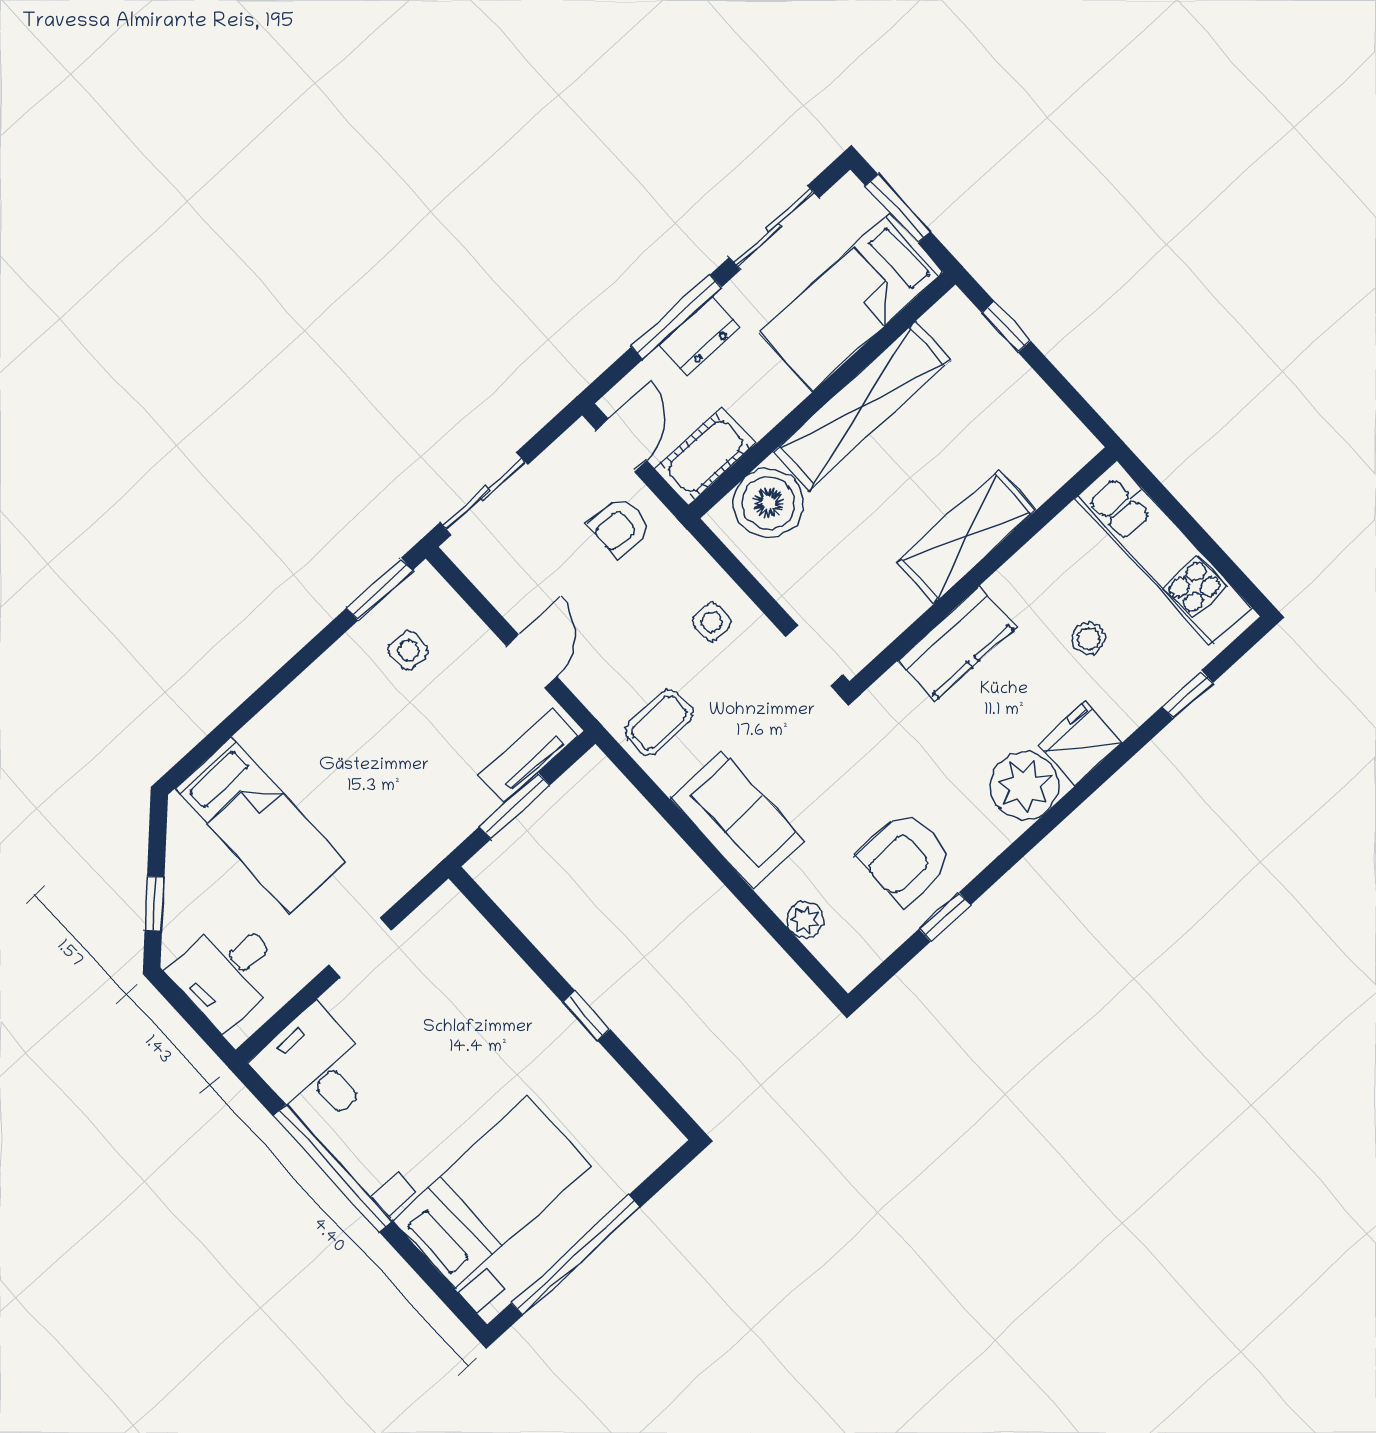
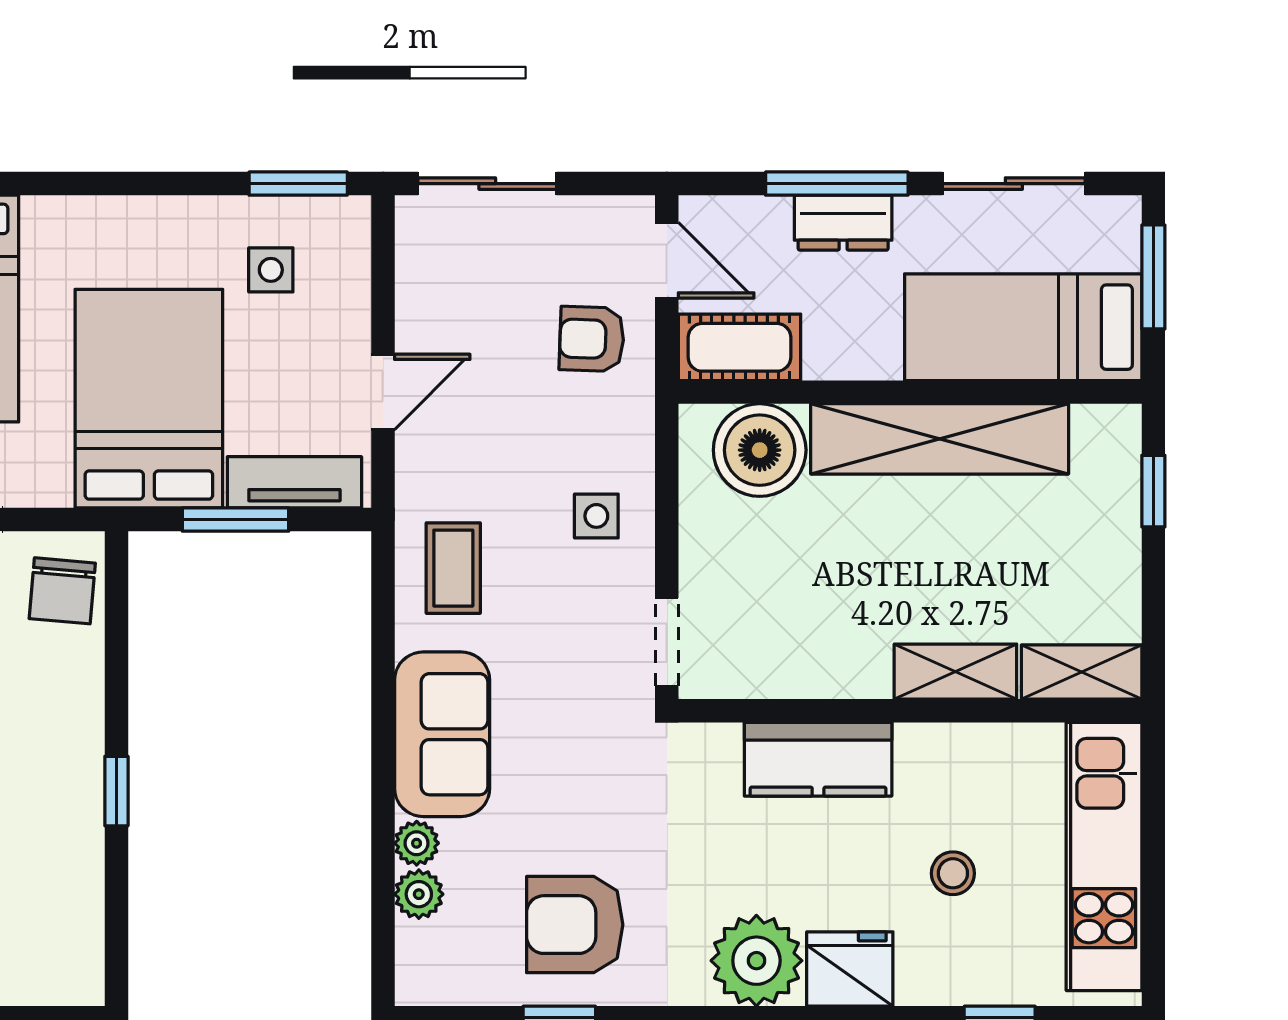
door: (621, 445) -> (667, 260), hinge flipped
shelving: (1058, 463) -> (1082, 672), added
shelving: (967, 537) -> (955, 672), width x0.67, depth x0.75
coffee table: (659, 723) -> (453, 568), turned 90
bed: (406, 783) -> (149, 399), added
plant: (778, 893) -> (417, 843), added
chair: (455, 933) -> (62, 591), added

